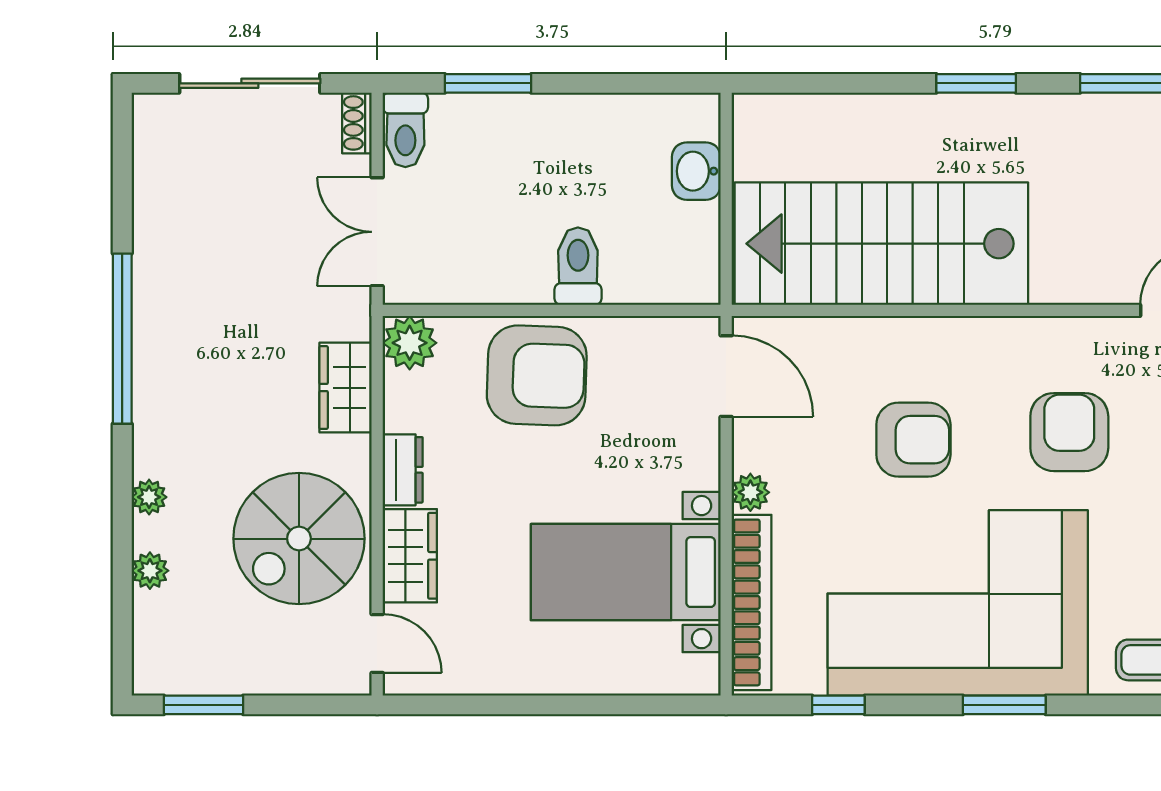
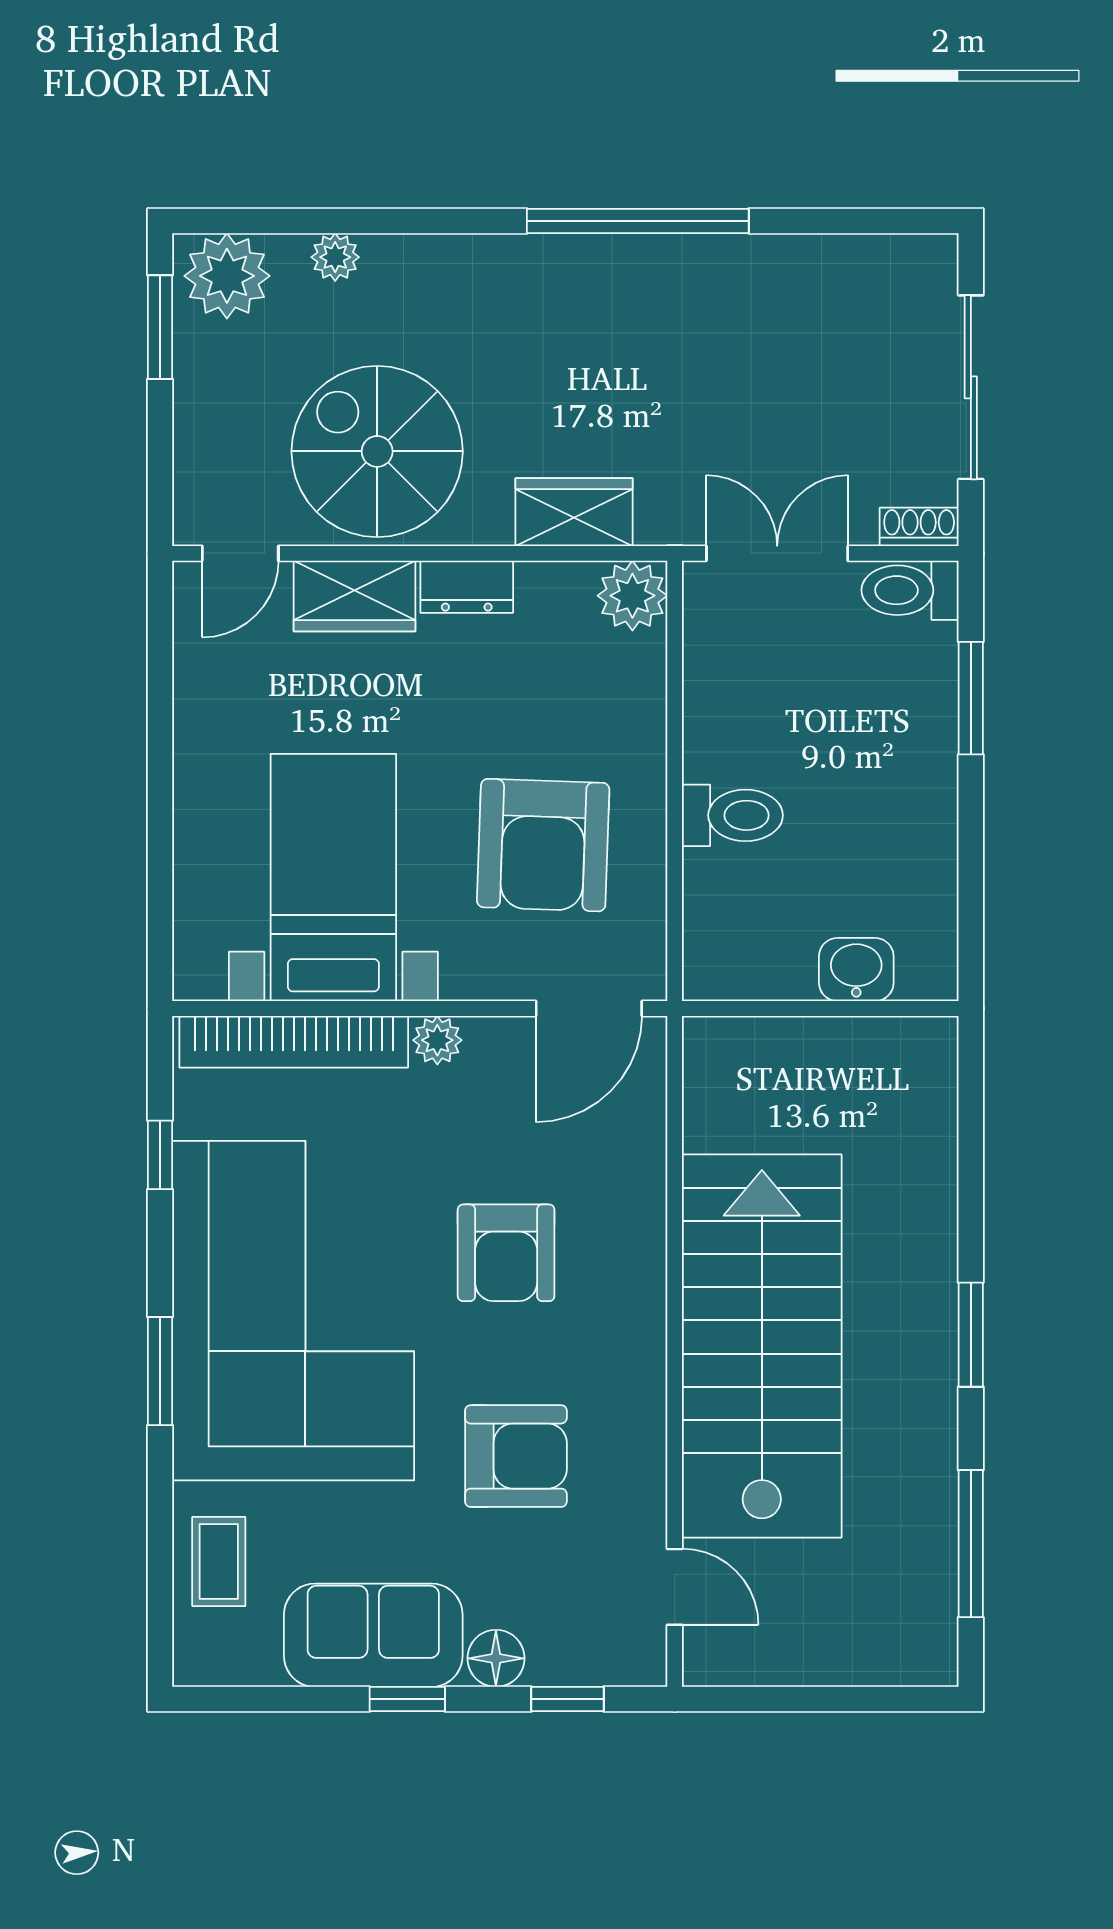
stairs: (881, 244) -> (762, 1346), moved
armchair: (537, 375) -> (543, 845), moved
plant: (149, 497) -> (227, 276), moved, width x1.87, depth x1.87

